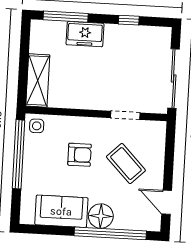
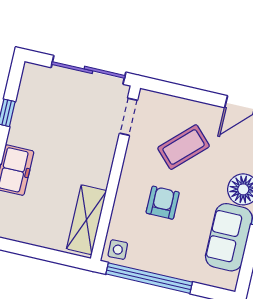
shelving: (38, 80) -> (87, 220), moved, turned 90
doorway: (125, 115) -> (129, 117), moved

